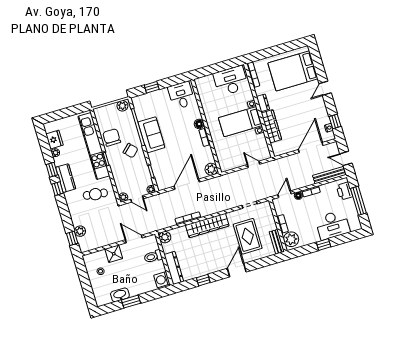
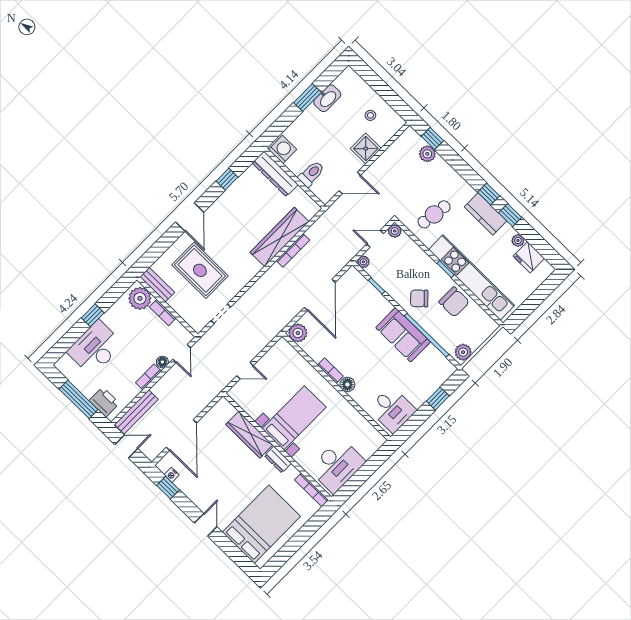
wardrobe: (207, 226) -> (280, 237), moved
plant: (165, 237) -> (310, 208), removed

